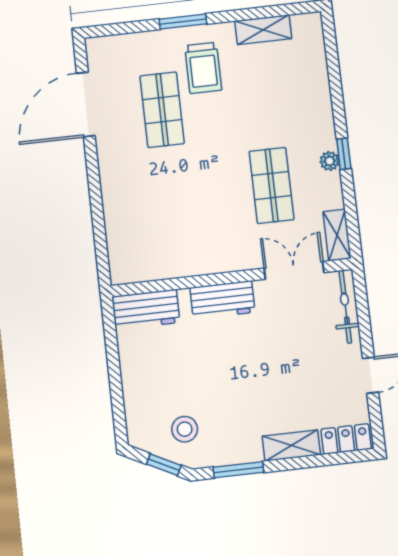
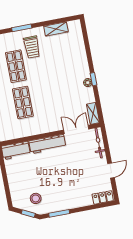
shop shelf: (272, 185) -> (23, 103), moved
workbench: (222, 300) -> (47, 144), width x1.38
shelving: (291, 445) -> (80, 202), removed

